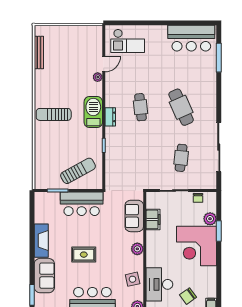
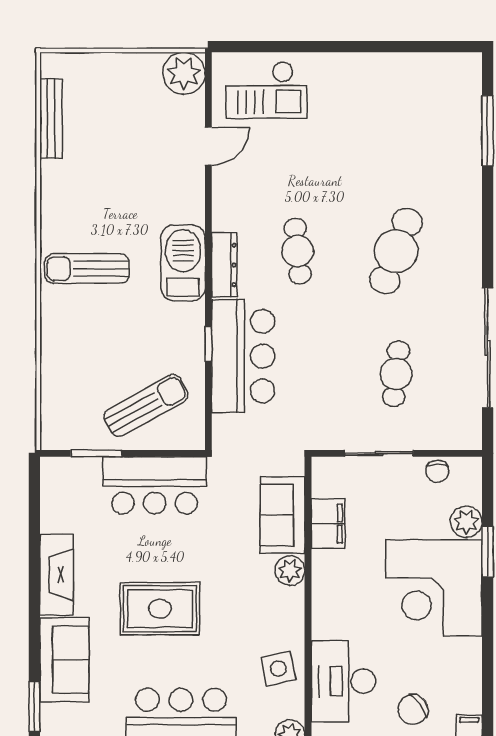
bar counter: (191, 38) -> (243, 356), moved, turned -90
plant: (98, 77) -> (184, 73), moved, width x1.88, depth x1.88
cafe table: (181, 107) -> (396, 251), turned 45
dresser: (110, 117) -> (224, 265), width x1.44
plant: (137, 249) -> (290, 570), moved
rug: (84, 255) -> (160, 609), width x1.36, depth x1.43

